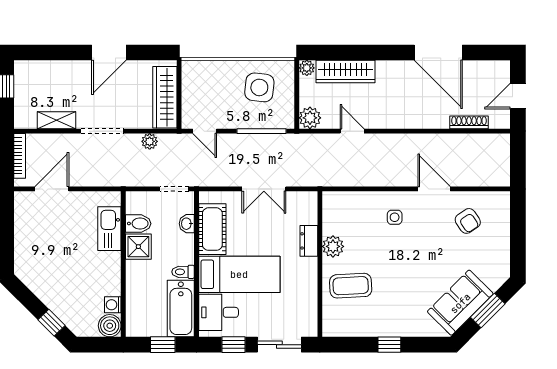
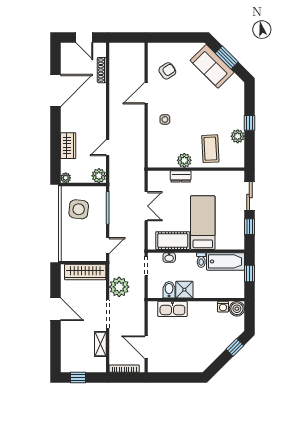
wardrobe: (345, 72) -> (68, 146), width x0.67
plant: (150, 141) -> (119, 287), width x1.87, depth x1.87
sofa: (460, 303) -> (212, 66), moved
desk: (219, 312) -> (228, 236), removed
plant: (369, 327) -> (238, 136), added

